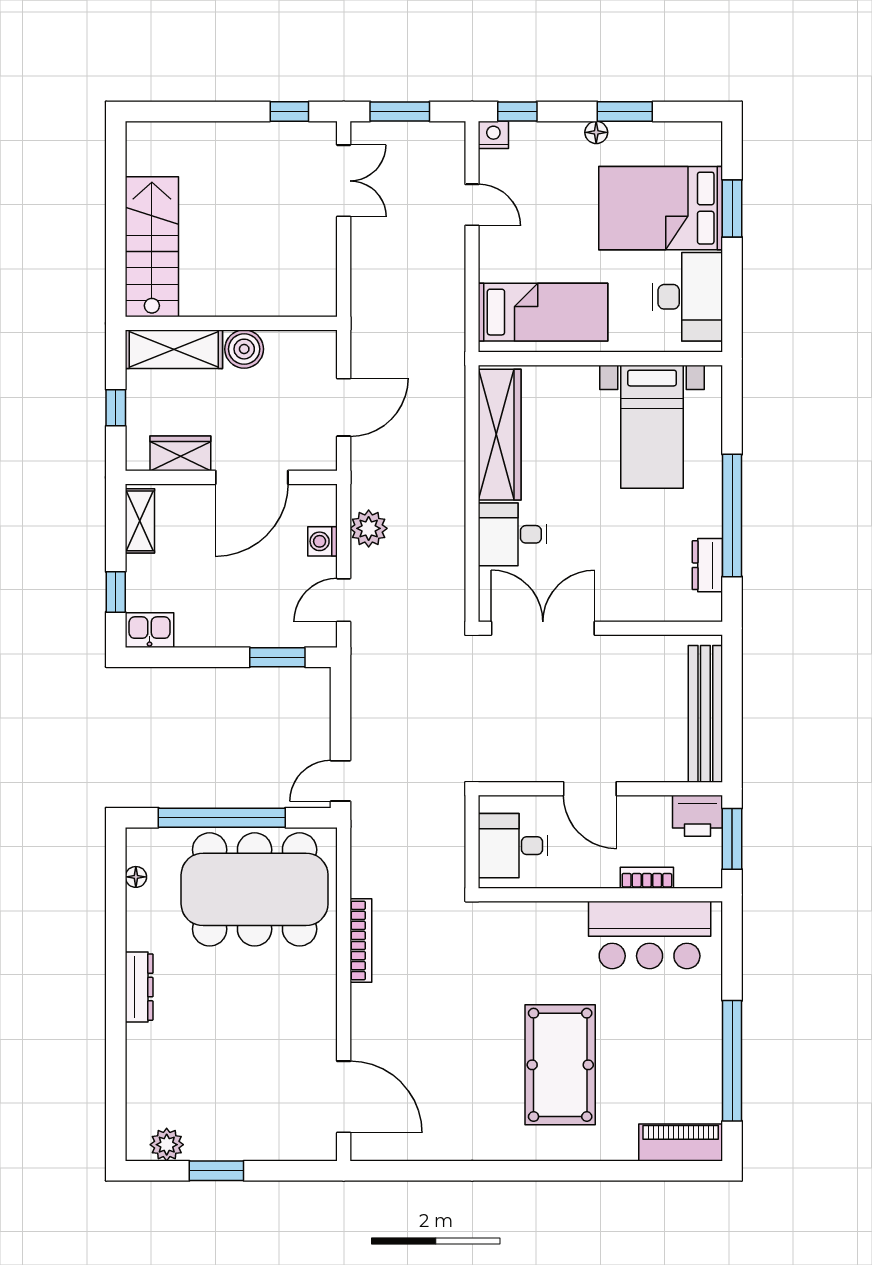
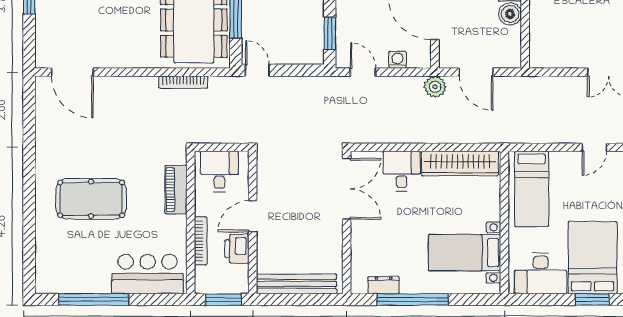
plant: (369, 528) -> (435, 87), moved
printer: (698, 816) -> (237, 249), moved
bookcase: (647, 878) -> (201, 241), width x1.56
bar counter: (650, 935) -> (148, 274), moved, turned 90
bookcase: (361, 940) -> (183, 82), moved
door: (344, 1097) -> (72, 72), hinge flipped
piano: (681, 1142) -> (176, 190), moved, turned 180

